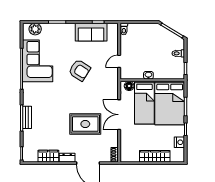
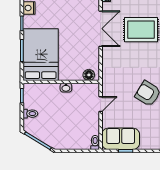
sofa: (91, 32) -> (121, 139), moved
bed: (144, 103) -> (71, 55), removed
double door: (119, 115) -> (101, 29), moved

